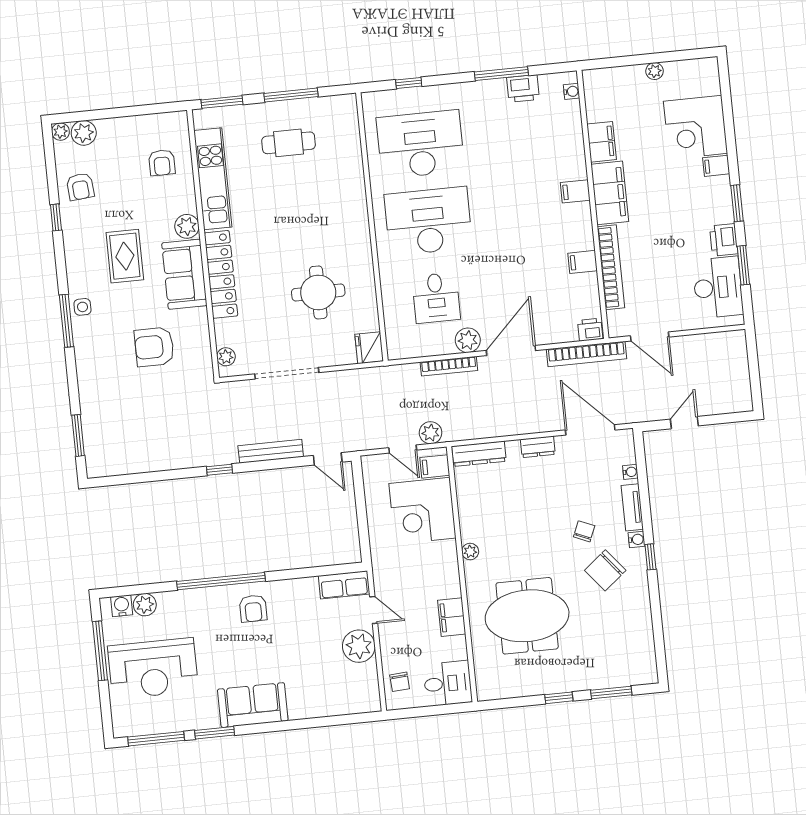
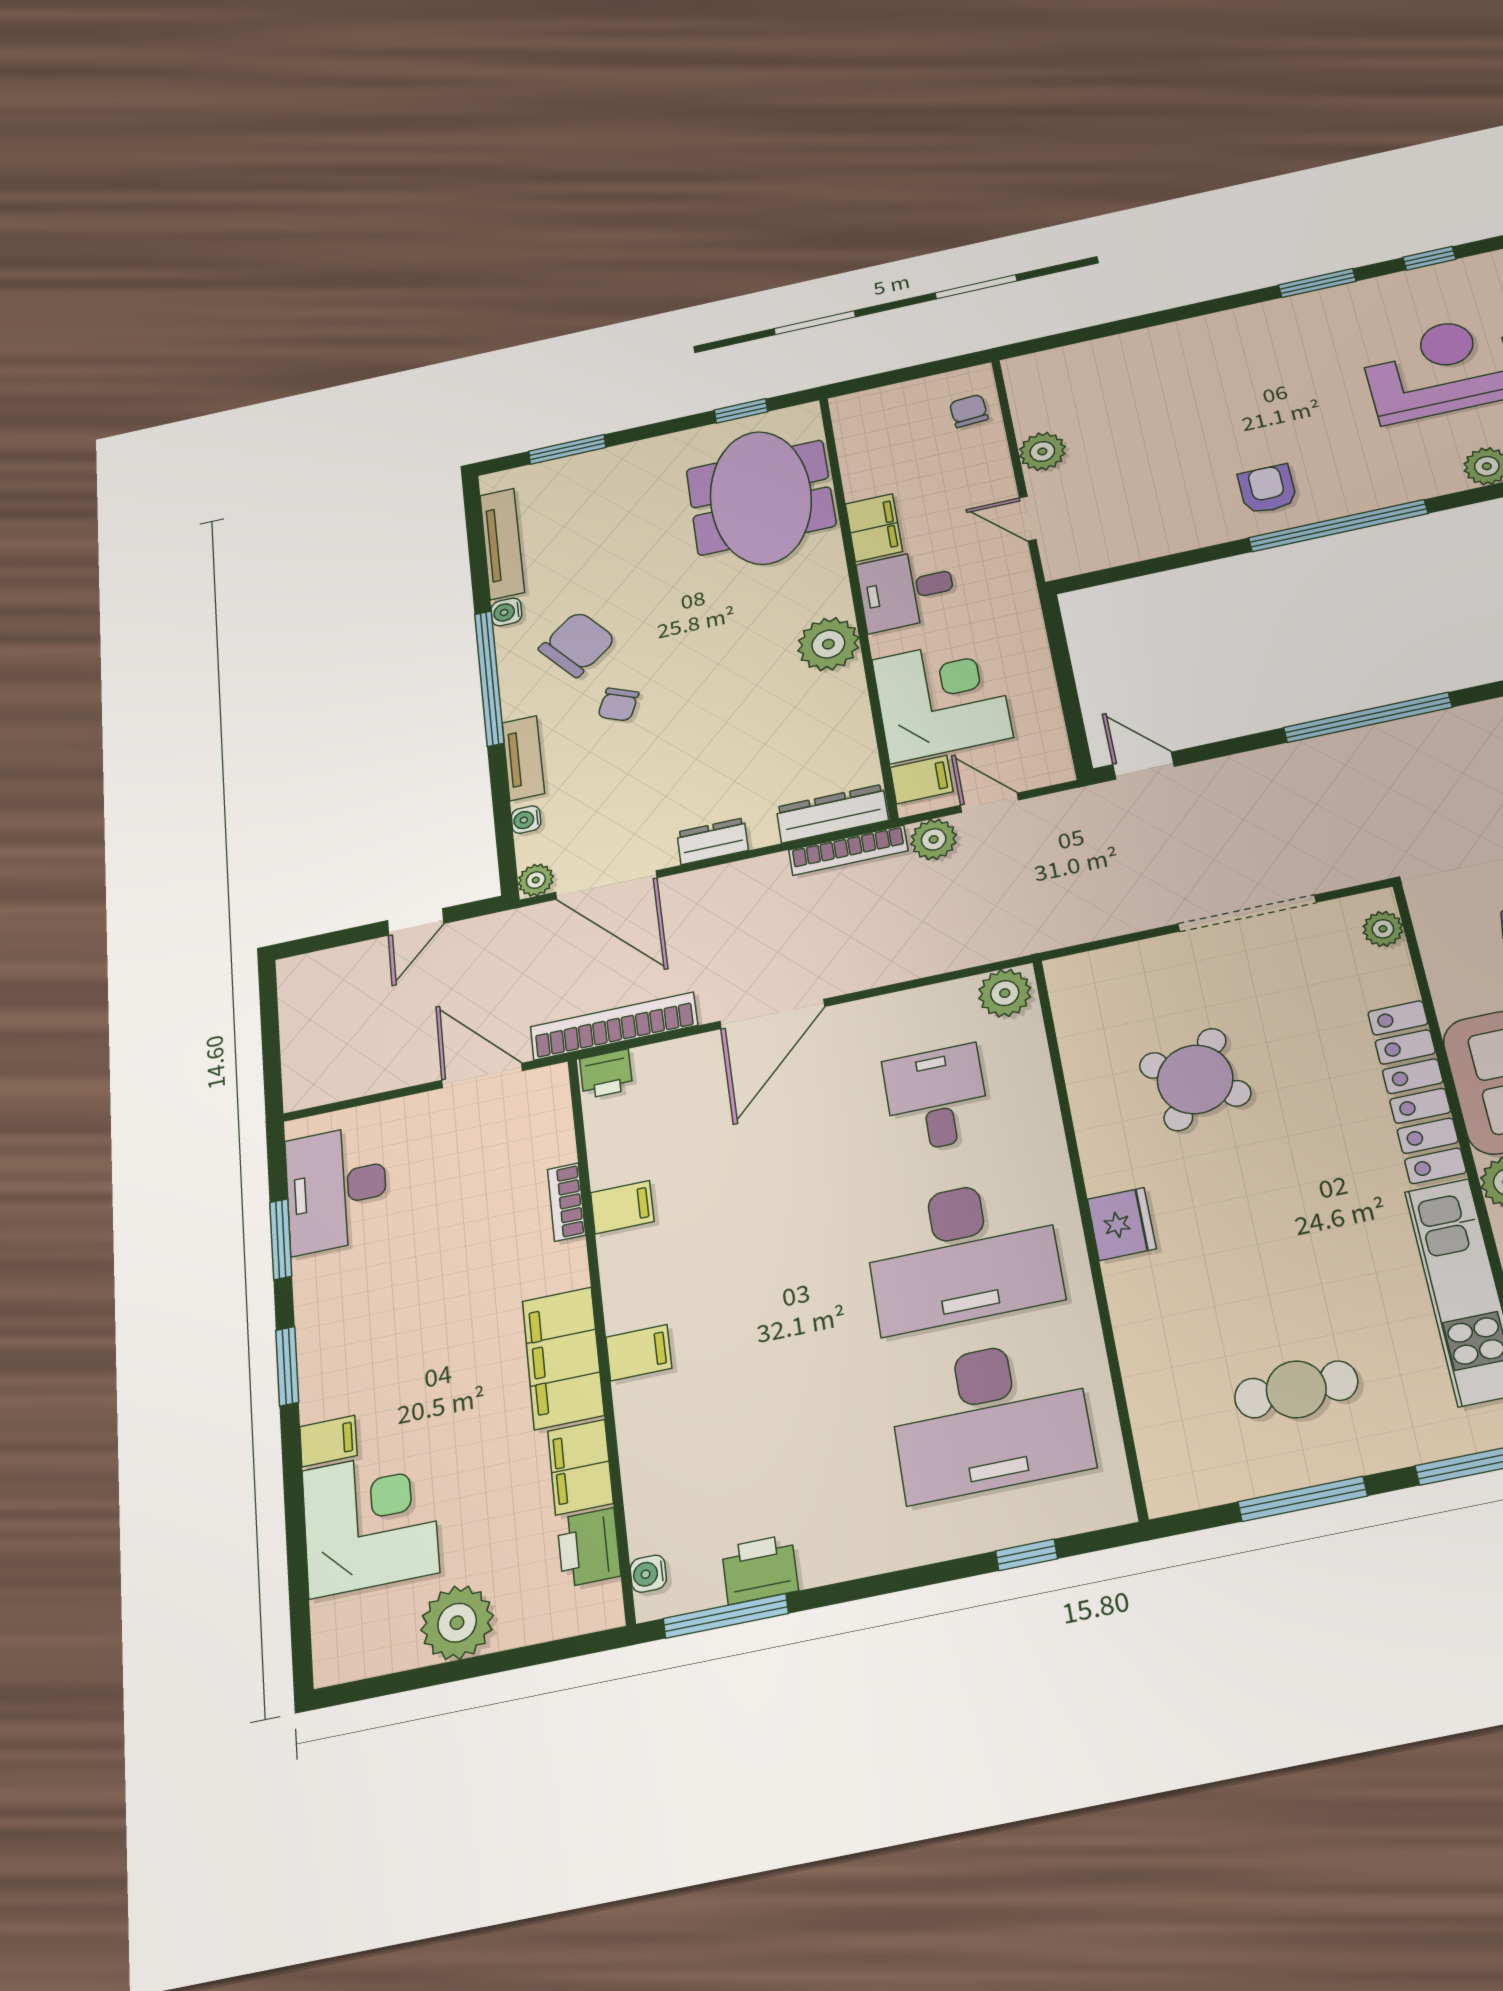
plant: (655, 71) -> (457, 1623), width x1.88, depth x1.88
window: (501, 74) -> (726, 1616), moved
printer: (724, 240) -> (589, 1547), moved, turned 180
bookcase: (611, 267) -> (566, 1202), width x0.43, depth x0.76
round table: (318, 292) -> (1195, 1079), turned 33
plant: (468, 340) -> (1005, 993), moved
fridge: (369, 348) -> (1122, 1224), moved
bookcase: (449, 366) -> (848, 850), moved, turned 180
plant: (625, 437) -> (536, 880), added
bench: (271, 451) -> (1264, 764), removed
window: (219, 470) -> (1368, 717), width x3.17
water cooler: (637, 539) -> (506, 612), moved
plant: (470, 552) -> (828, 644), width x1.87, depth x1.87
window: (650, 557) -> (489, 678), width x3.17
row of seats: (344, 585) -> (1090, 552), removed
meeting table: (527, 616) -> (761, 497), moved, turned 90
tv unit: (645, 638) -> (502, 544), added
plant: (359, 646) -> (1042, 451), width x0.73, depth x0.73
desk: (448, 683) -> (907, 590), moved
window: (559, 698) -> (741, 411), moved
sofa: (253, 705) -> (1249, 336), removed
window: (156, 739) -> (1429, 258), width x0.46

